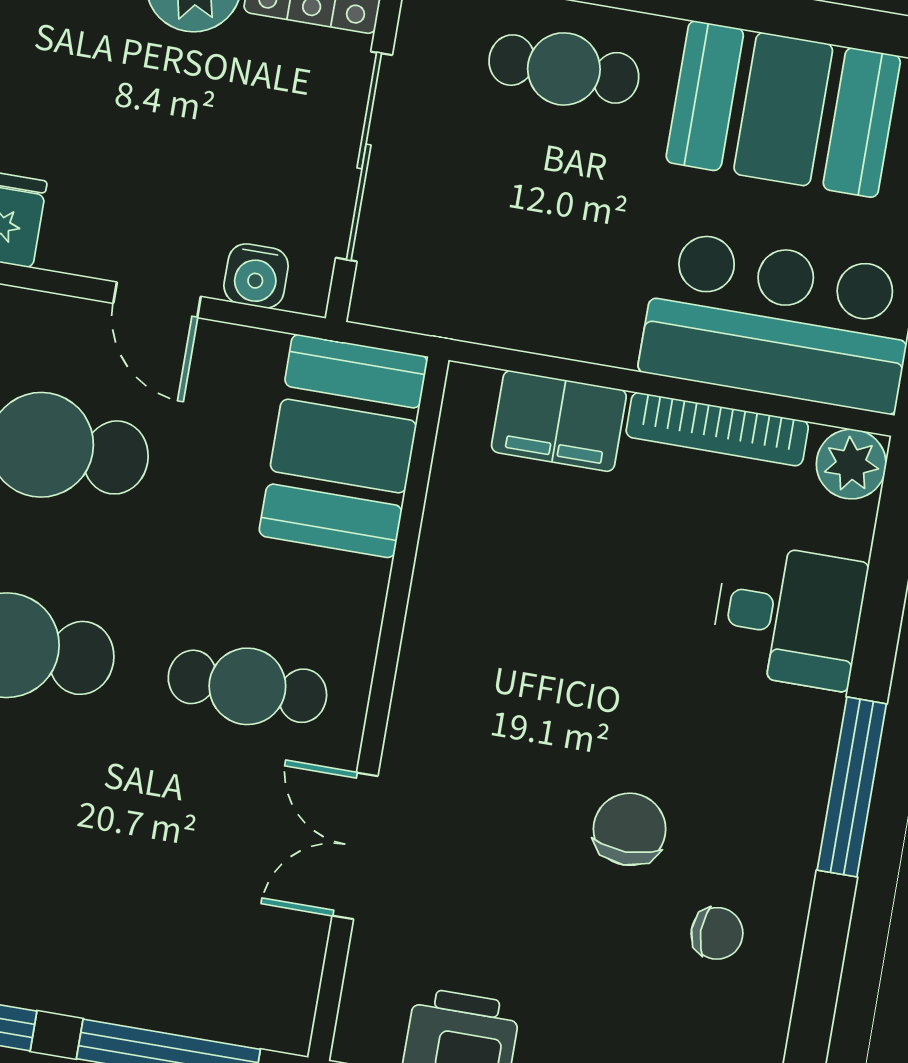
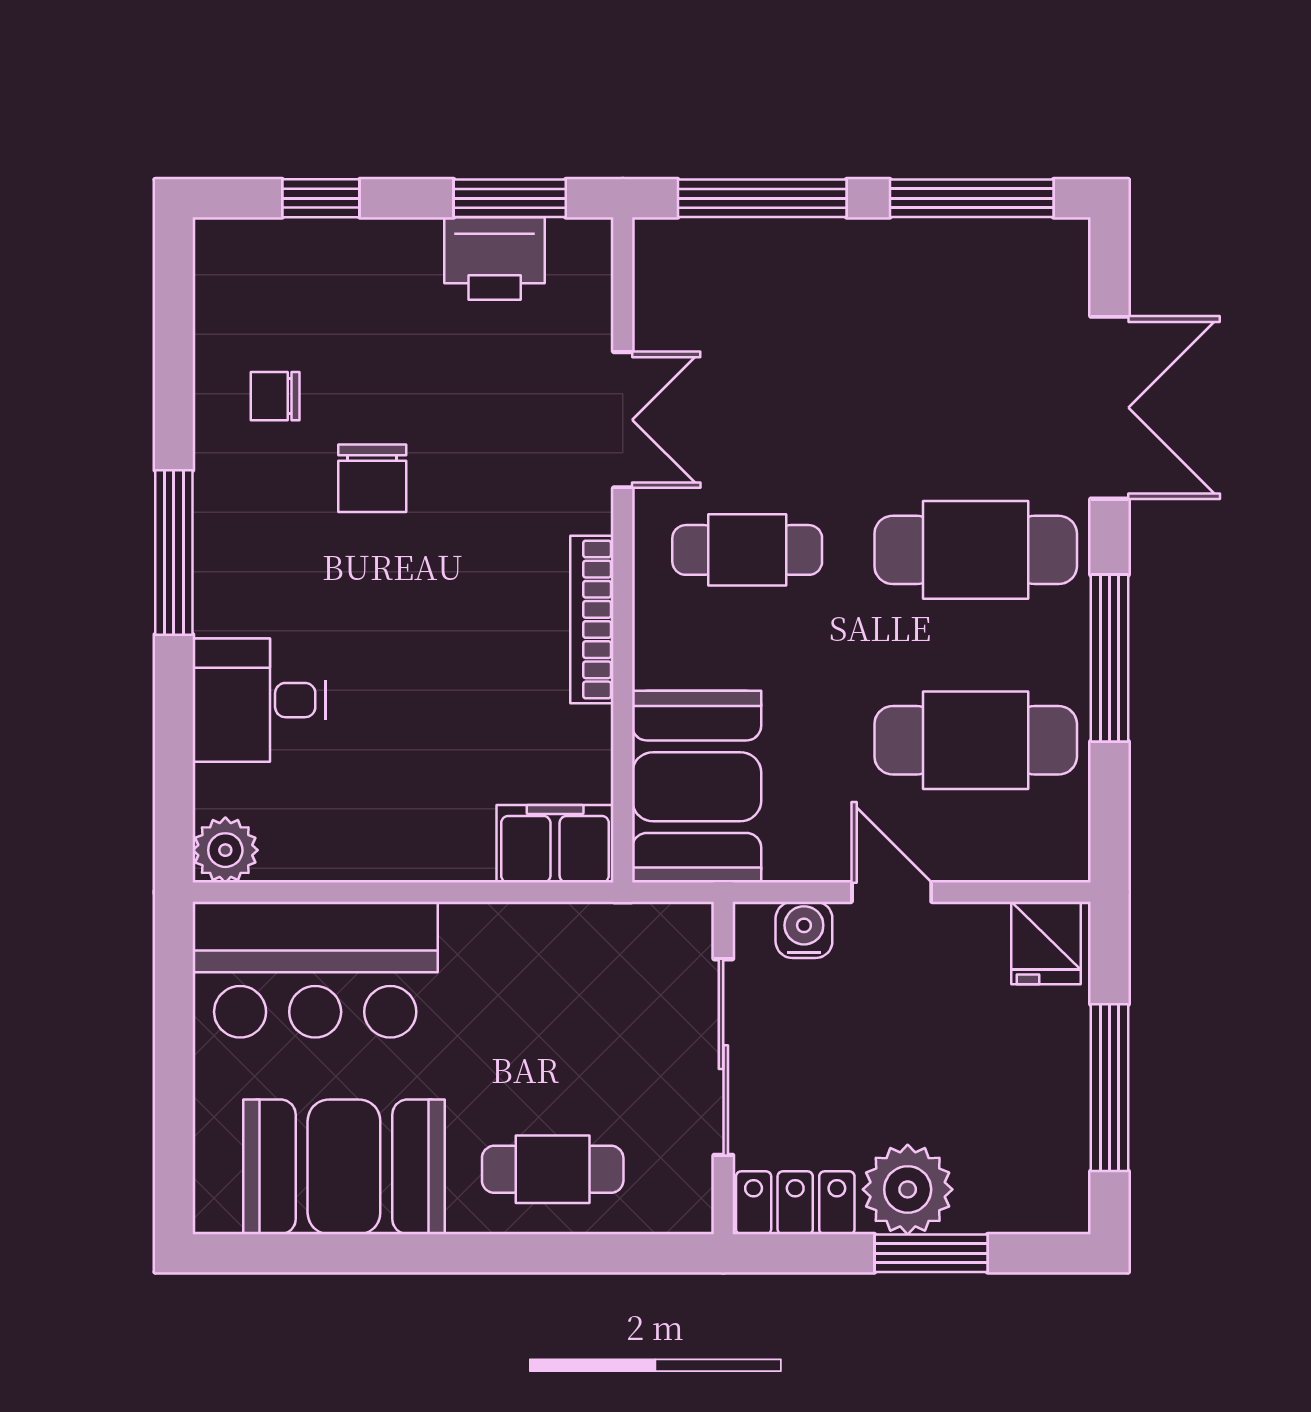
filing cabinet: (559, 421) -> (555, 844), moved
bookcase: (717, 429) -> (592, 619), moved, turned -90

